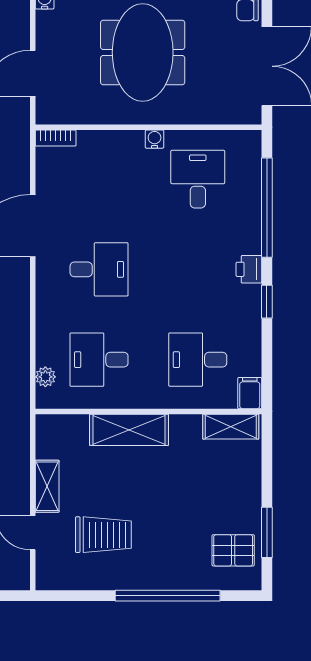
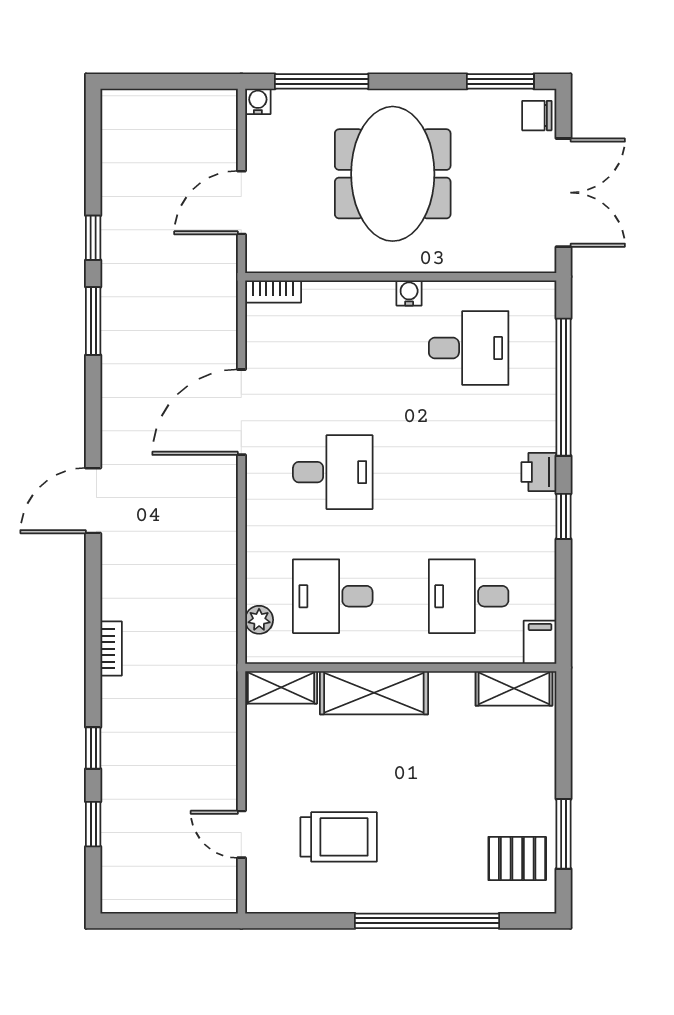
desk: (198, 179) -> (469, 348), turned 90
shelving: (47, 486) -> (281, 687), moved, turned 90

